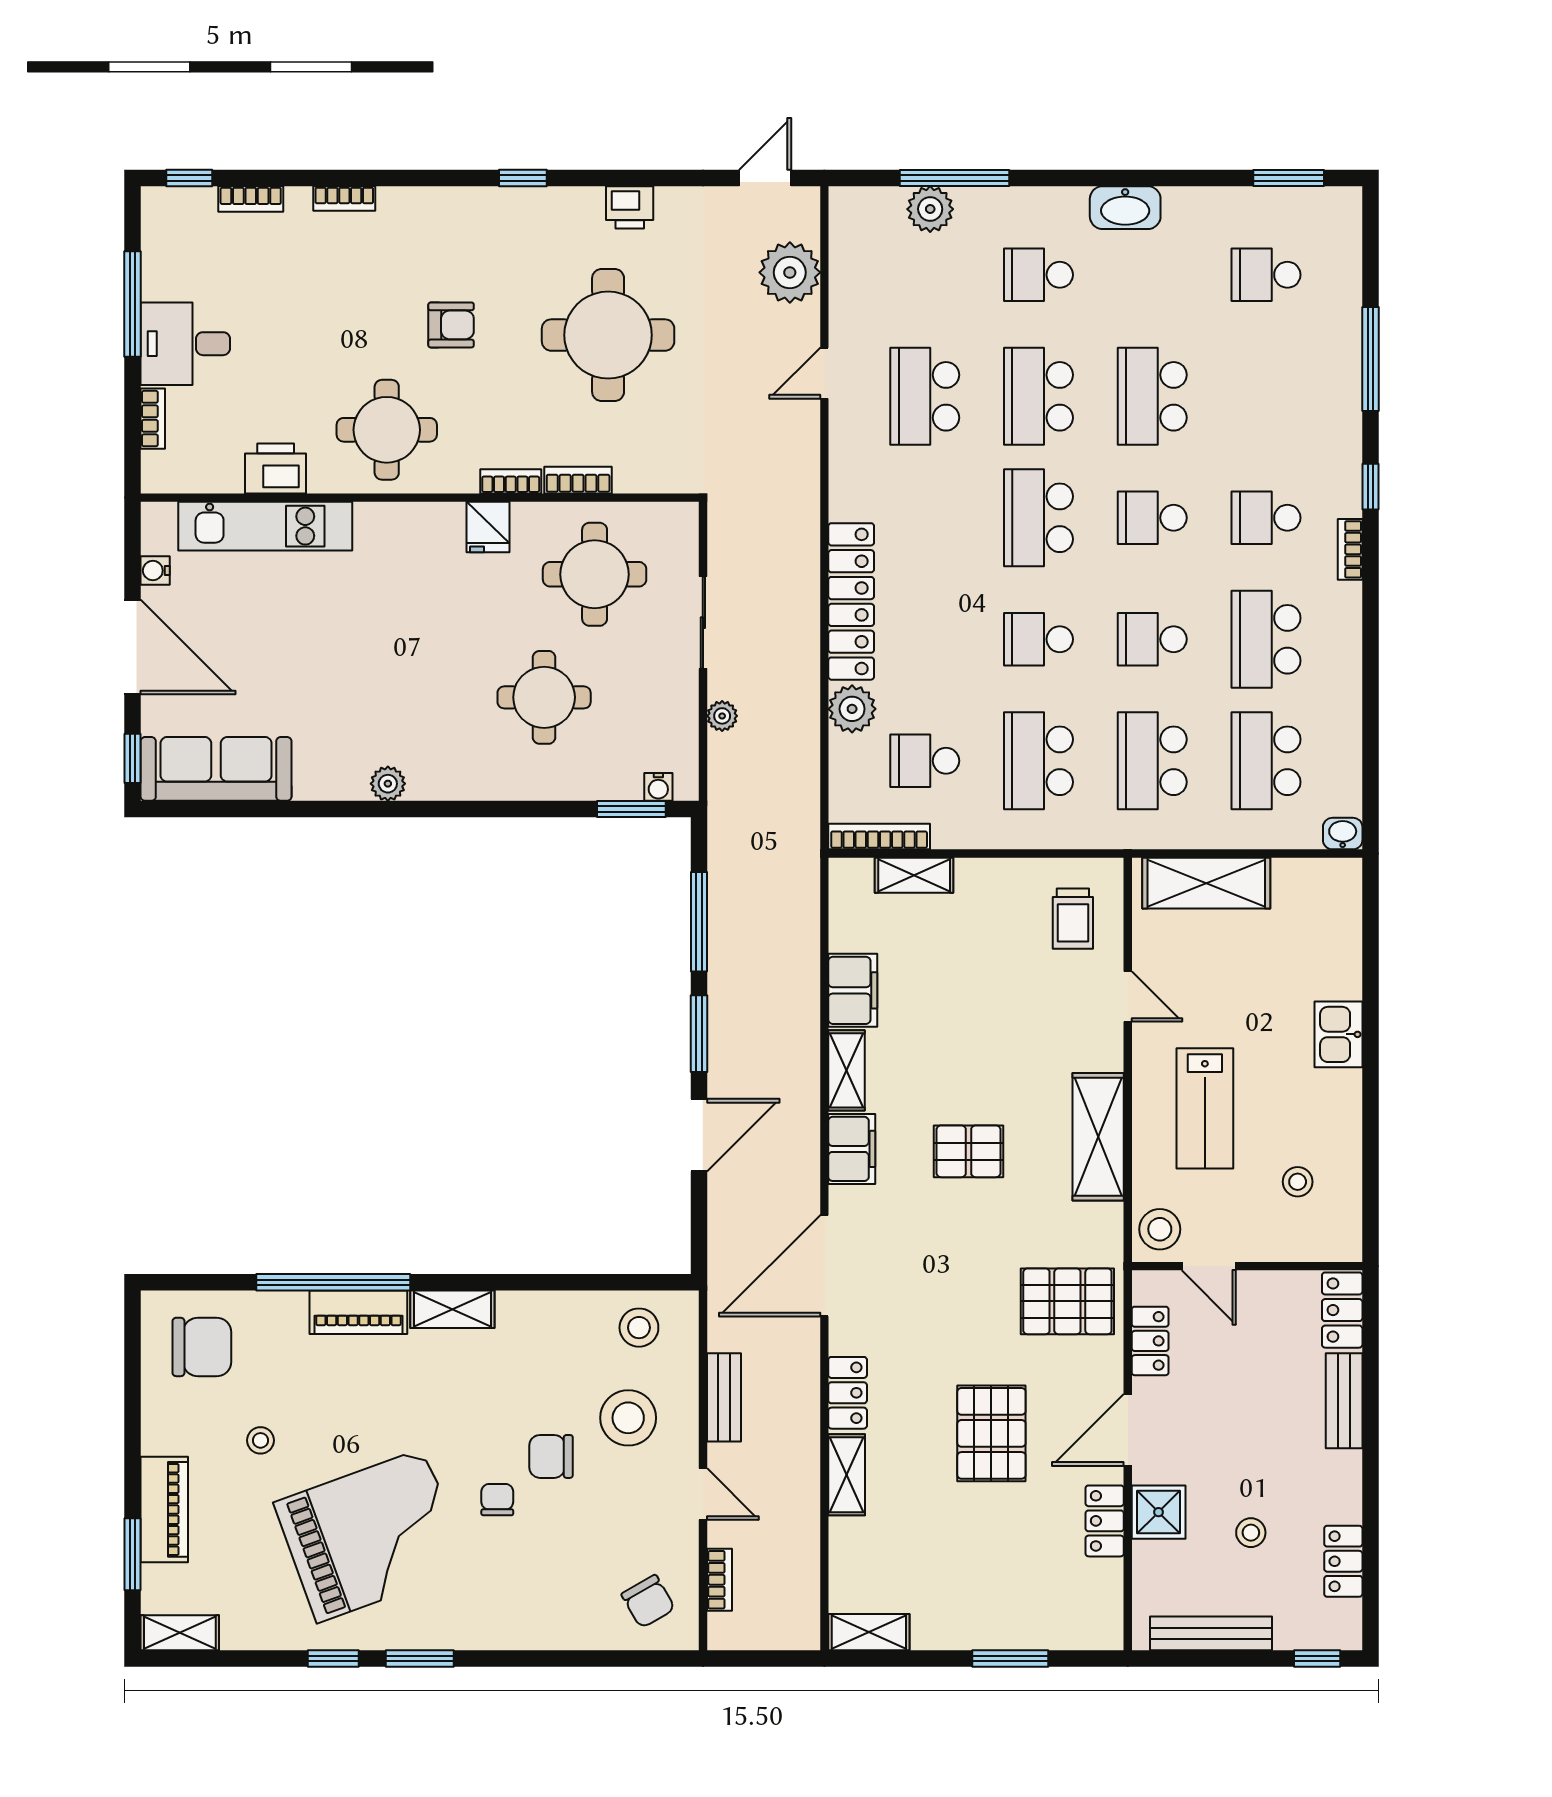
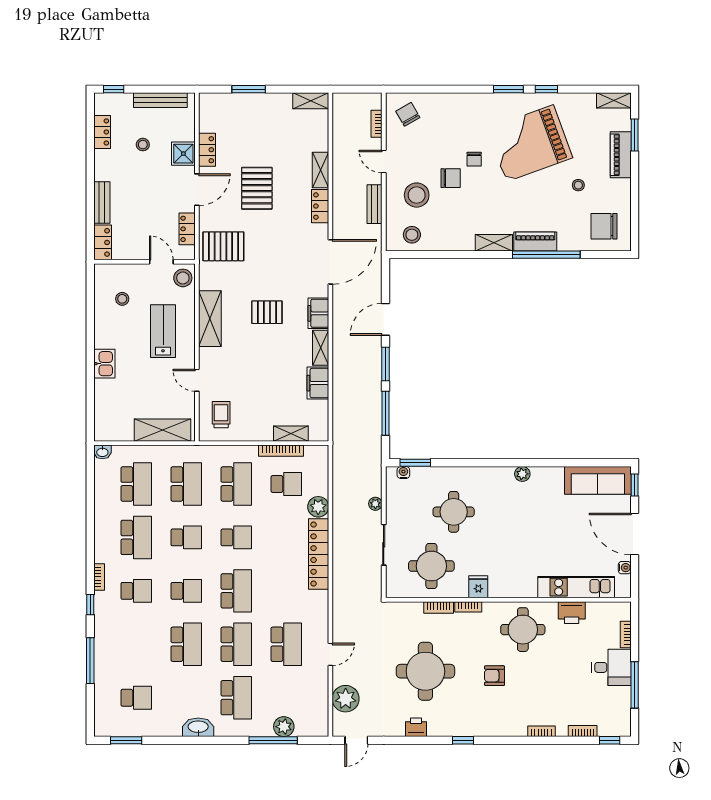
school desk: (1038, 275) -> (236, 698), width x1.85
bookcase: (879, 837) -> (281, 451), moved

